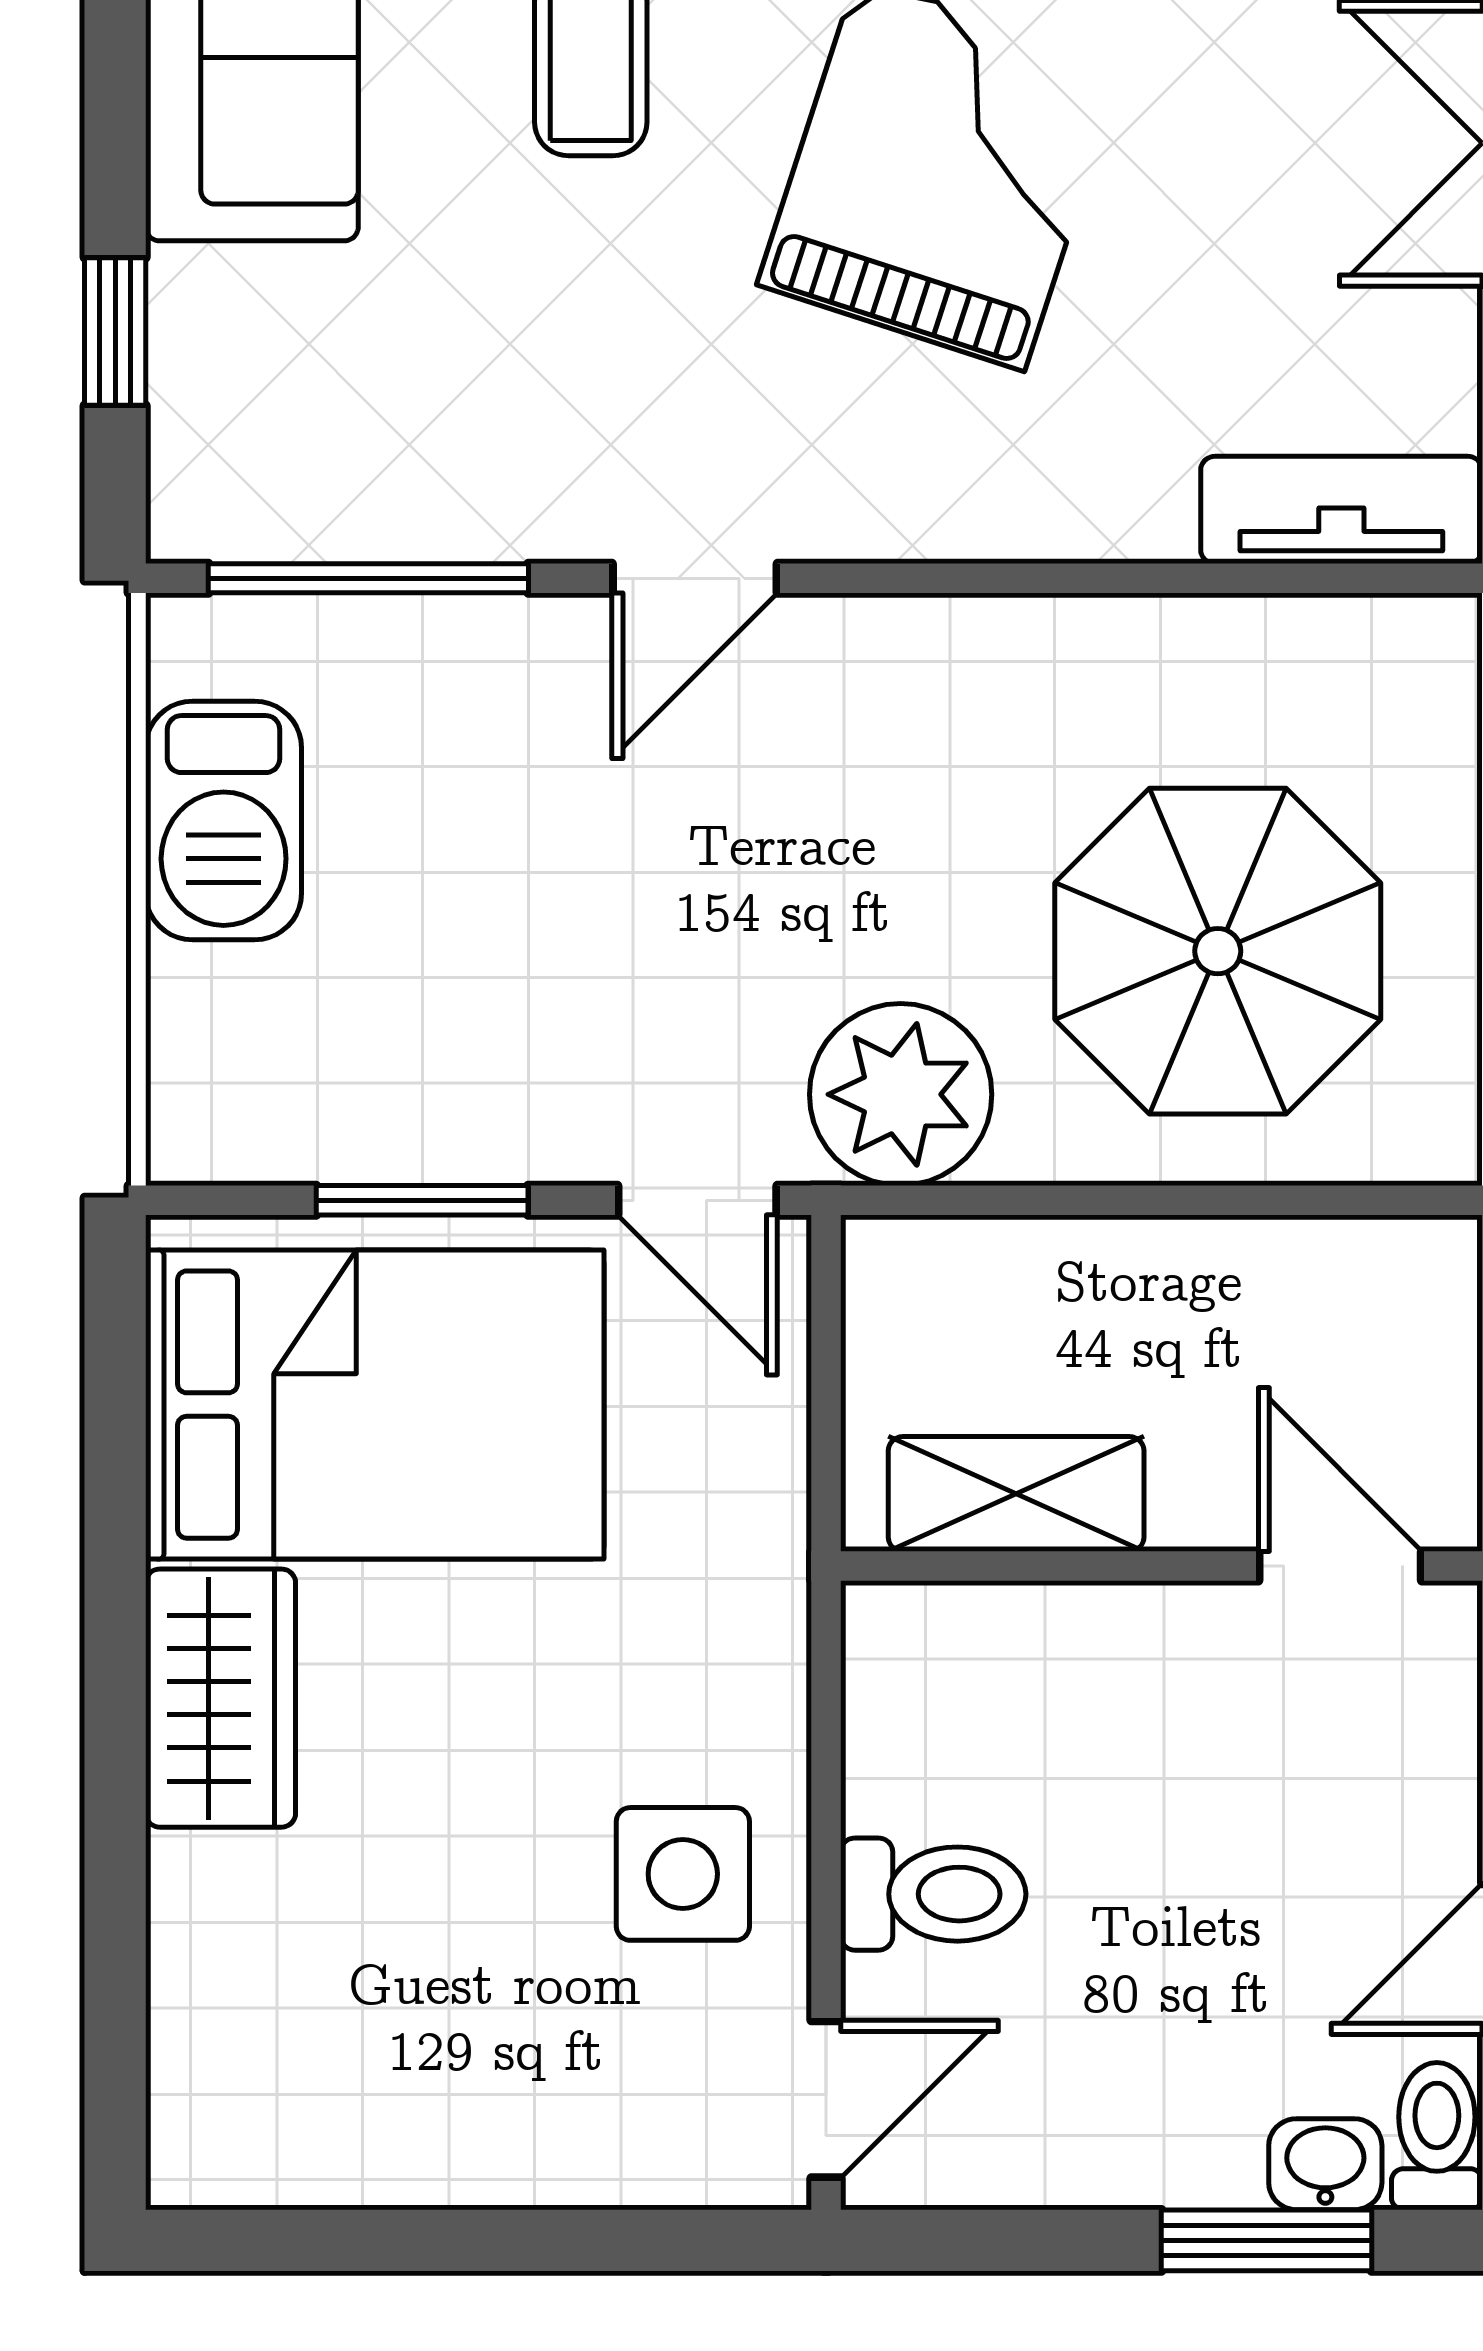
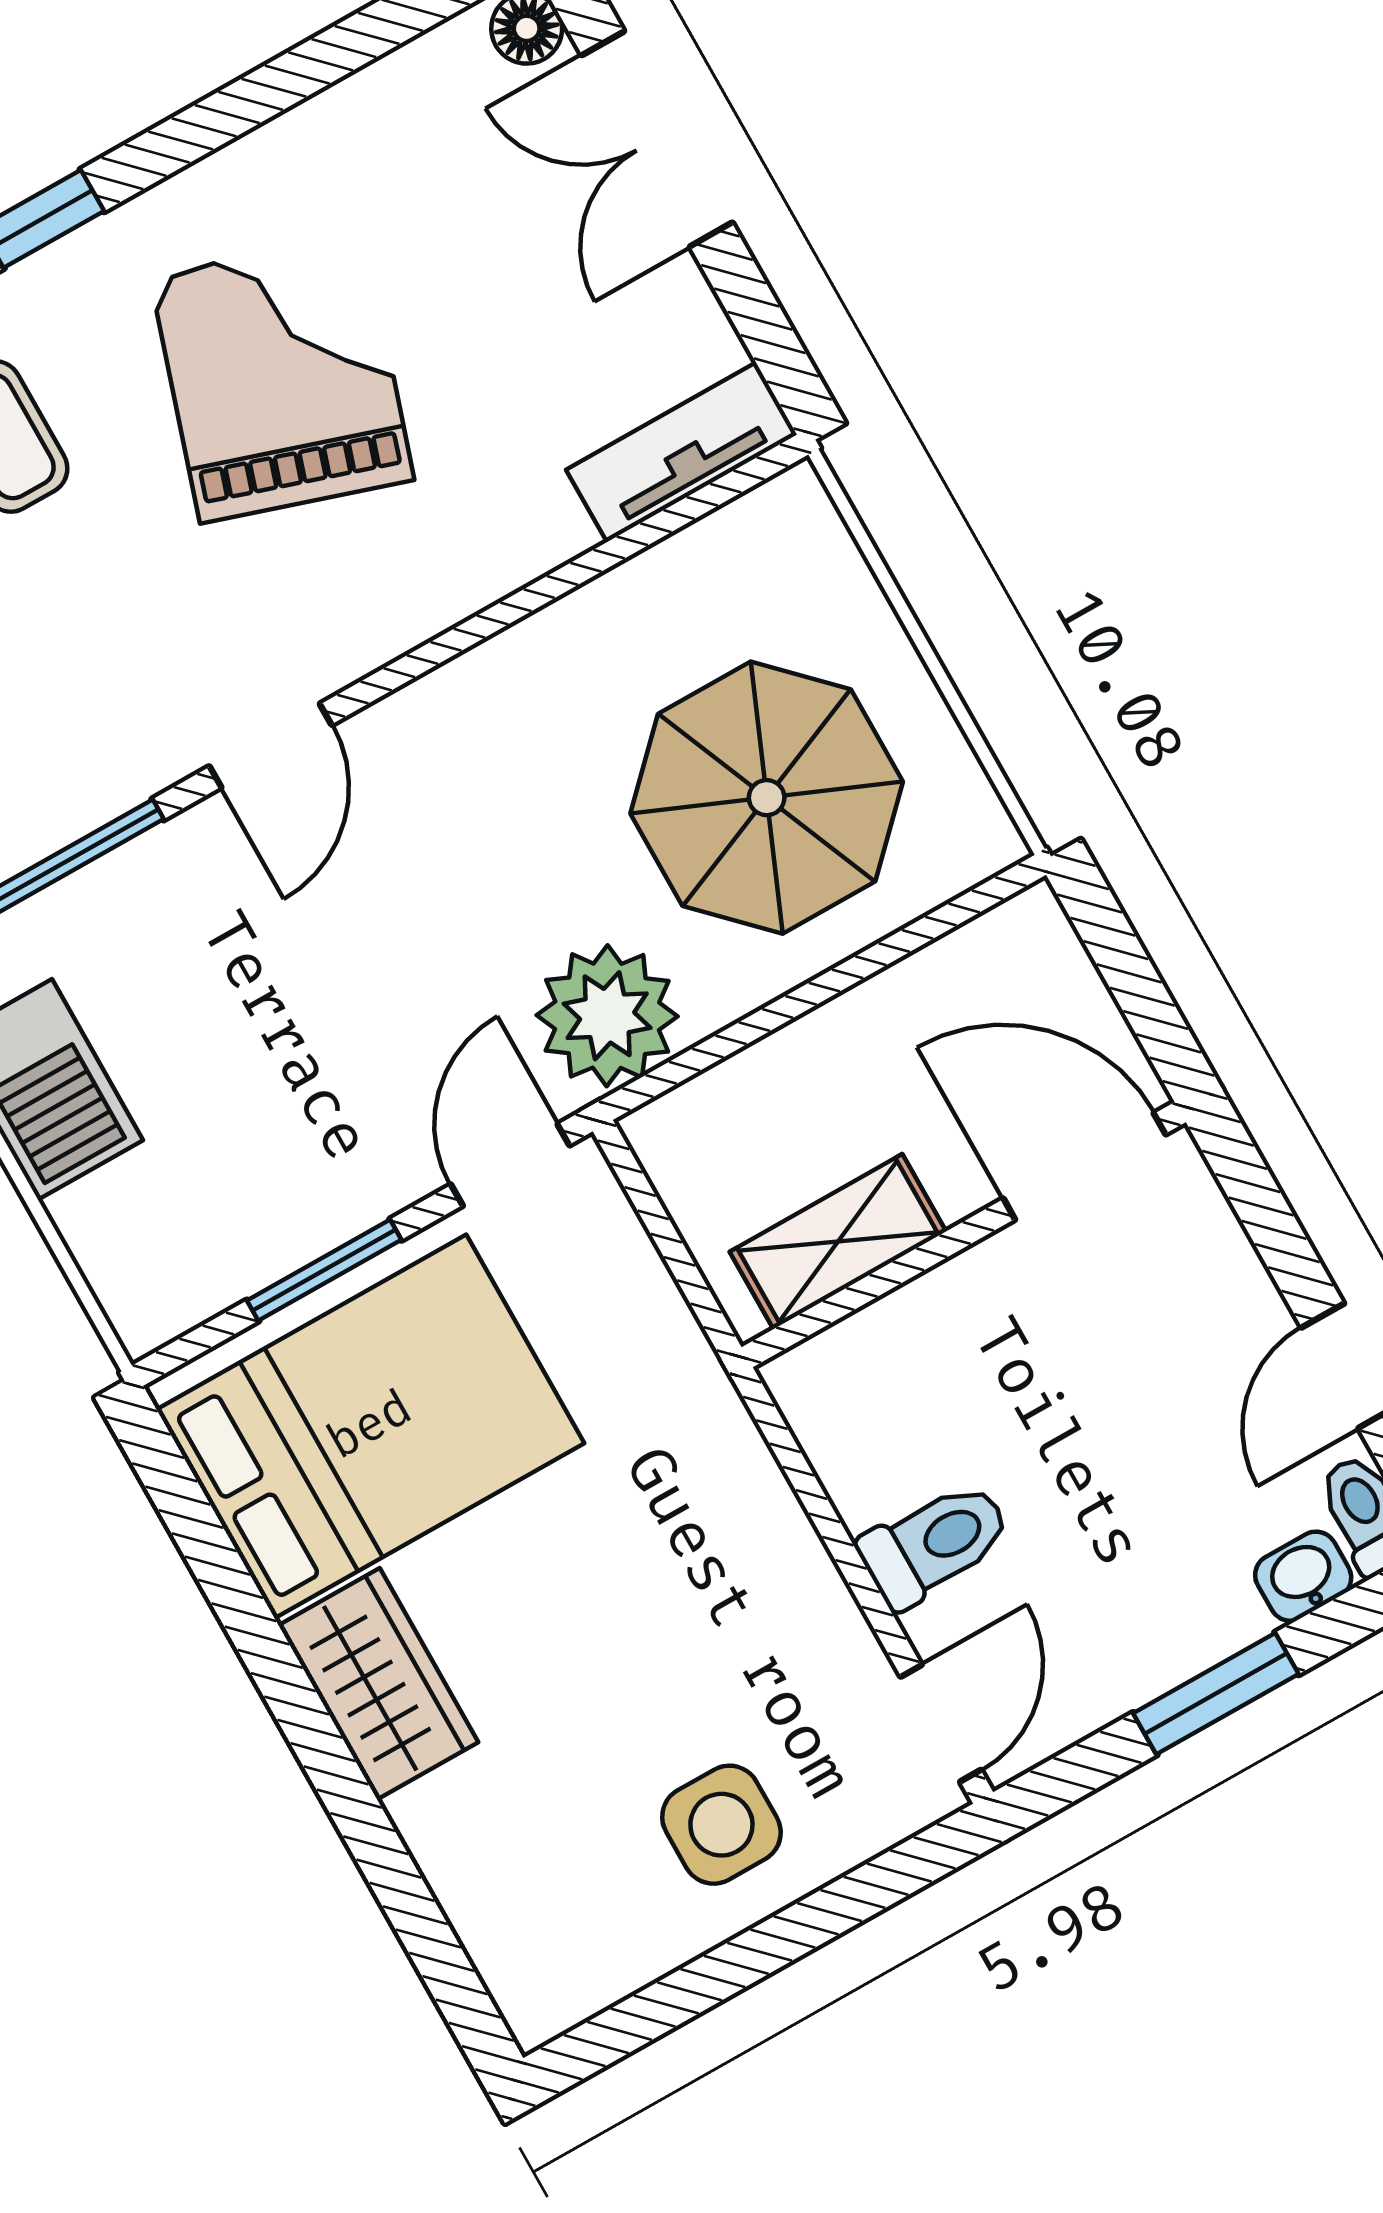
door: (697, 1200) -> (510, 1165), swing flipped
door: (1340, 1566) -> (1084, 1166), width x1.38
side table: (683, 1874) -> (721, 1825), moved
window: (1266, 2240) -> (1216, 1694), moved

